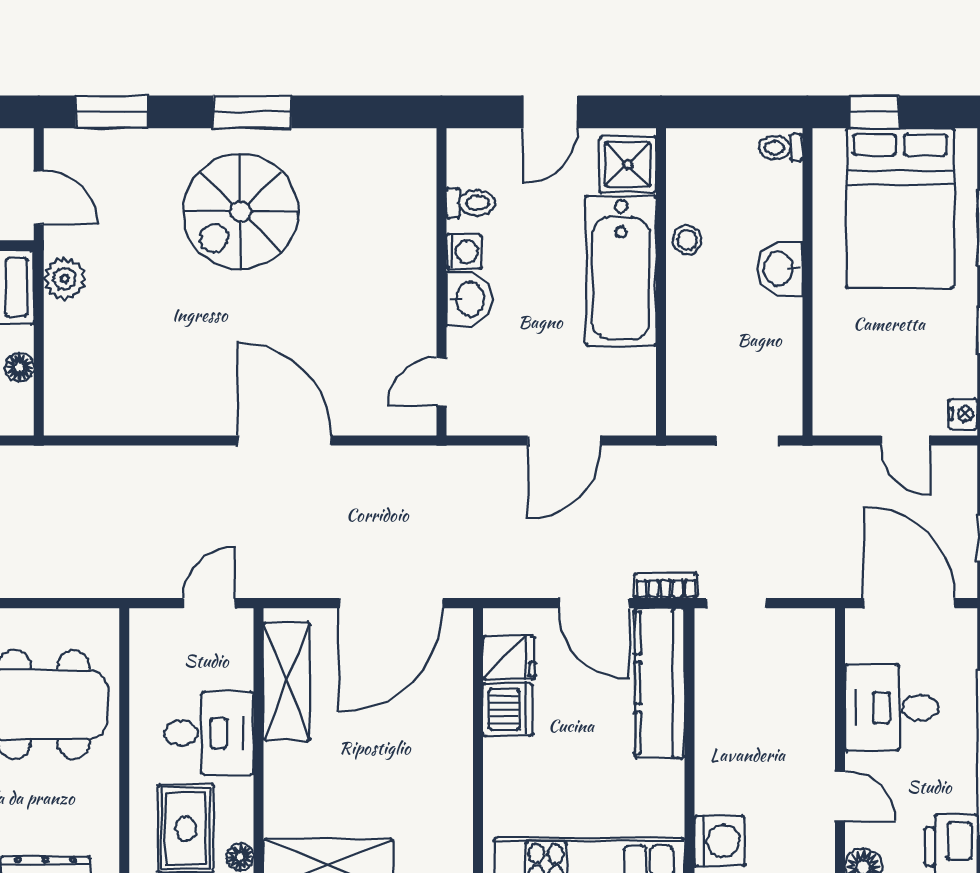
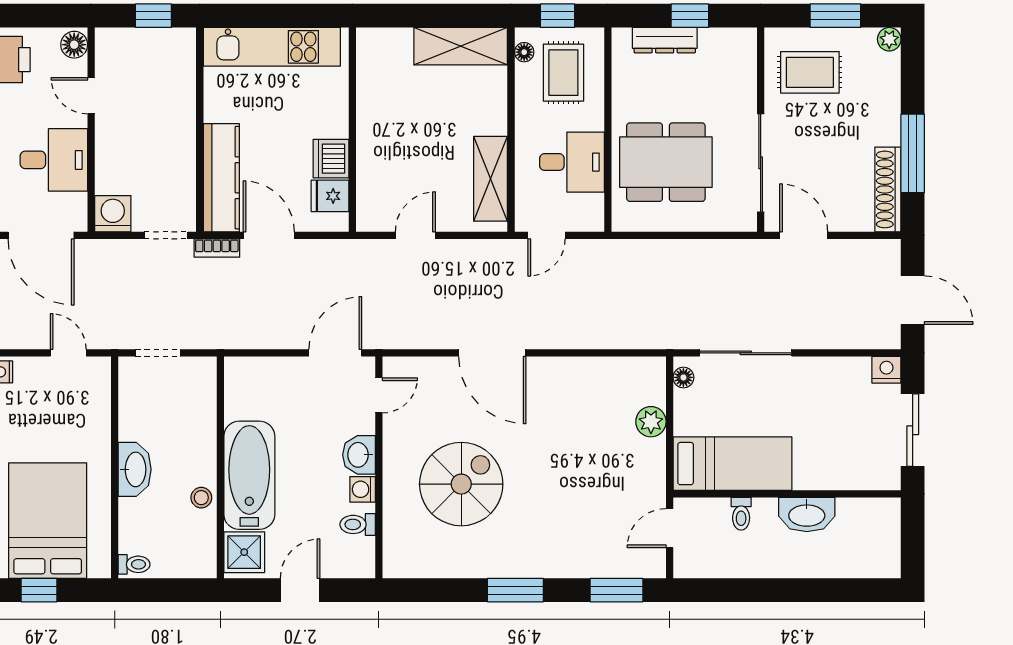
window: (874, 112) -> (39, 590), moved
door: (39, 198) -> (670, 528), hinge flipped
spiral stairs: (241, 212) -> (461, 484), moved
washbasin: (780, 269) -> (135, 469), width x1.38
plant: (65, 279) -> (651, 422), moved
floor lamp: (20, 367) -> (683, 377), moved
door: (564, 440) -> (335, 353), moved
door: (906, 440) -> (68, 353), moved
door: (391, 603) -> (415, 235), width x0.53
desk: (209, 733) -> (572, 162), moved, turned 180
washing machine: (719, 841) -> (113, 214), moved, turned 90

